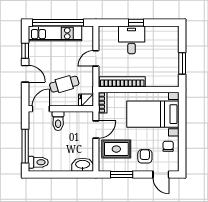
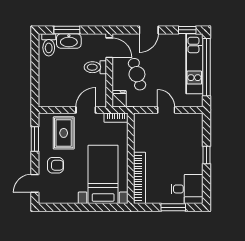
desk: (132, 40) -> (187, 189), moved
window: (25, 51) -> (187, 30), moved
window: (182, 63) -> (173, 207), moved
bookcase: (122, 82) -> (140, 178), moved
door: (96, 129) -> (86, 110), swing flipped
window: (25, 146) -> (67, 30), width x0.69
chair: (168, 146) -> (67, 192), removed
washbasin: (83, 165) -> (69, 41), moved, turned 90

